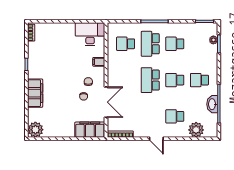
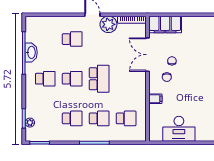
desk: (90, 34) -> (179, 129), moved
school desk: (150, 44) -> (99, 118), width x0.54
plant: (196, 130) -> (108, 24), moved

